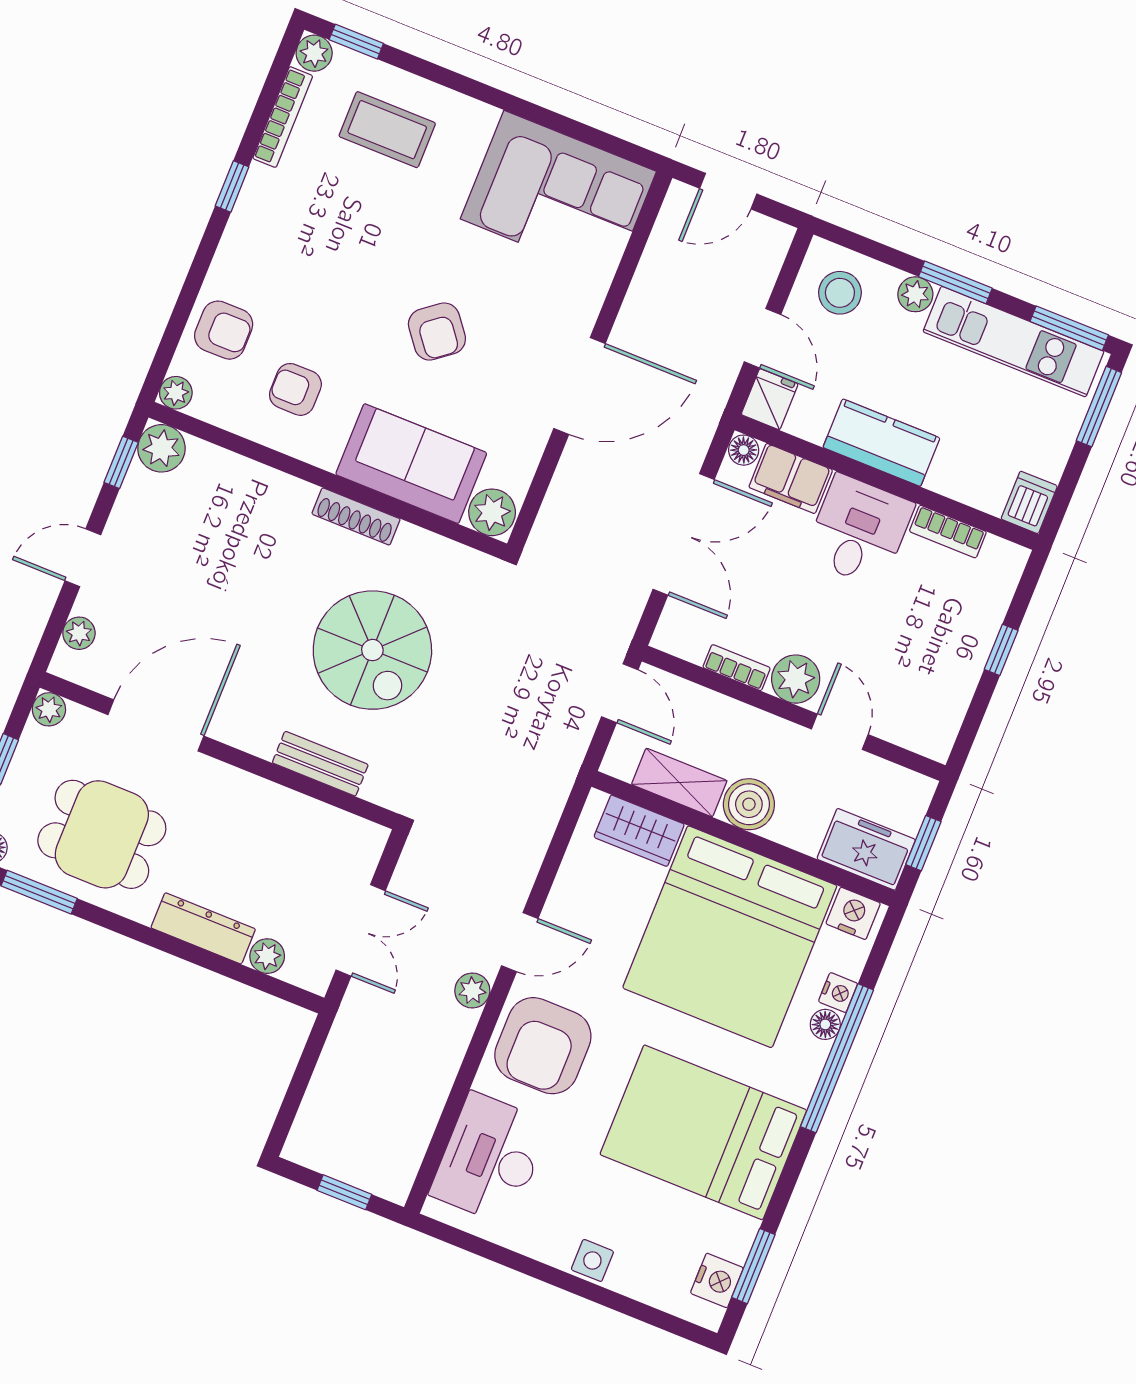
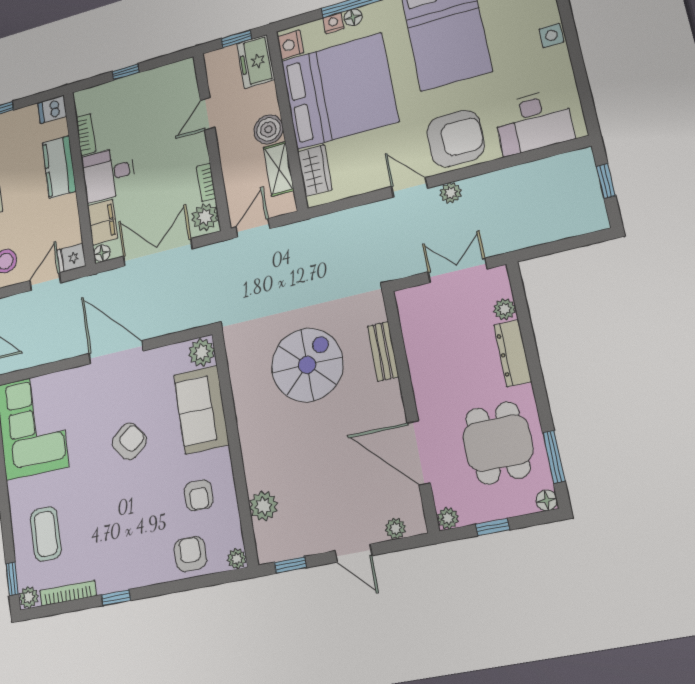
kitchen counter: (881, 443) -> (59, 167), moved
plant: (161, 448) -> (263, 506), moved
shoe rack: (356, 516) -> (244, 420), removed
plant: (796, 679) -> (205, 217), moved

